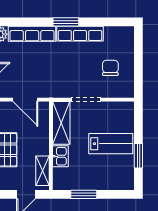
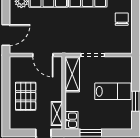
chair: (110, 68) -> (122, 19), moved
kitchen sink: (60, 156) -> (72, 120), moved

